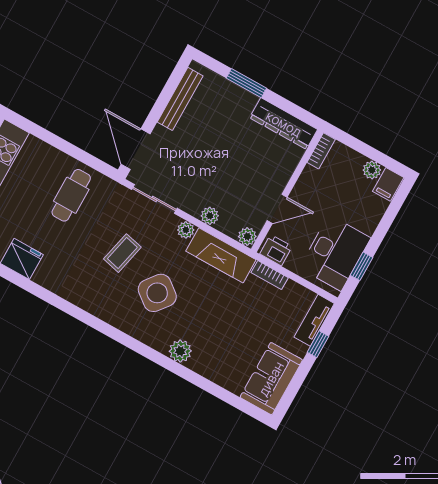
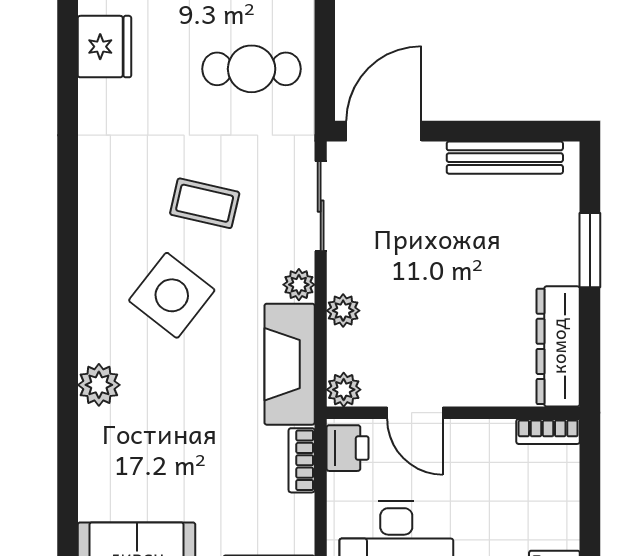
plant: (372, 170) -> (563, 530), removed

